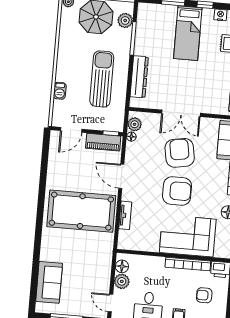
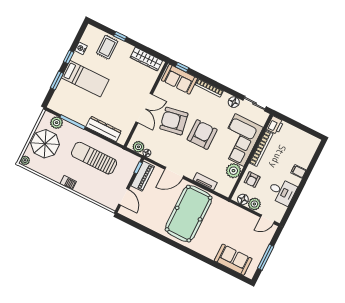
barbecue: (60, 91) -> (68, 183), moved
plant: (150, 243) -> (233, 171), added
armchair: (204, 295) -> (252, 180), moved

